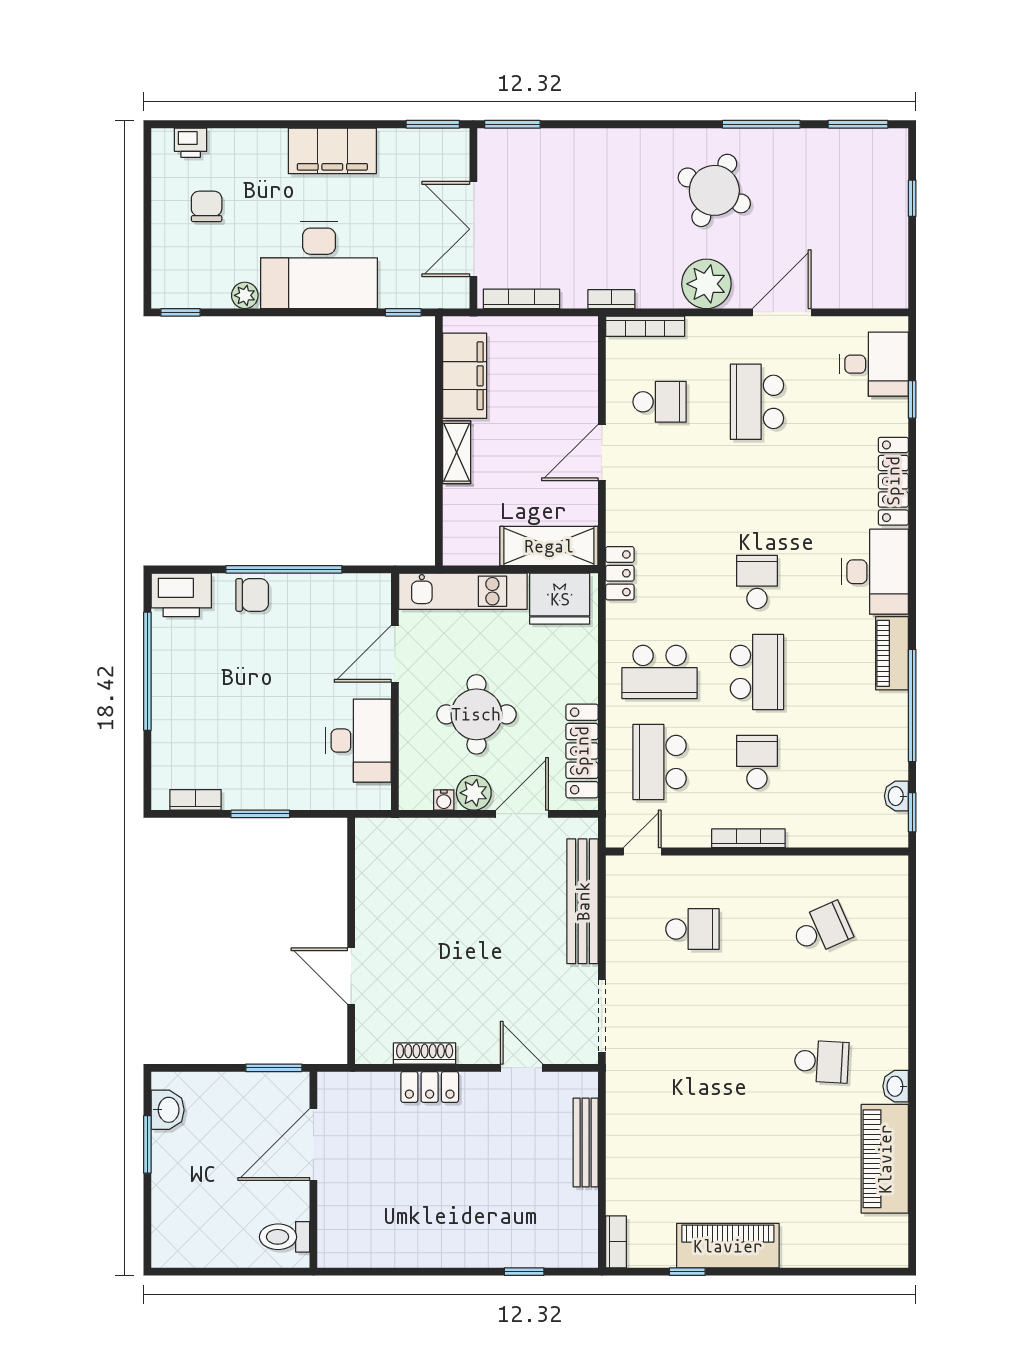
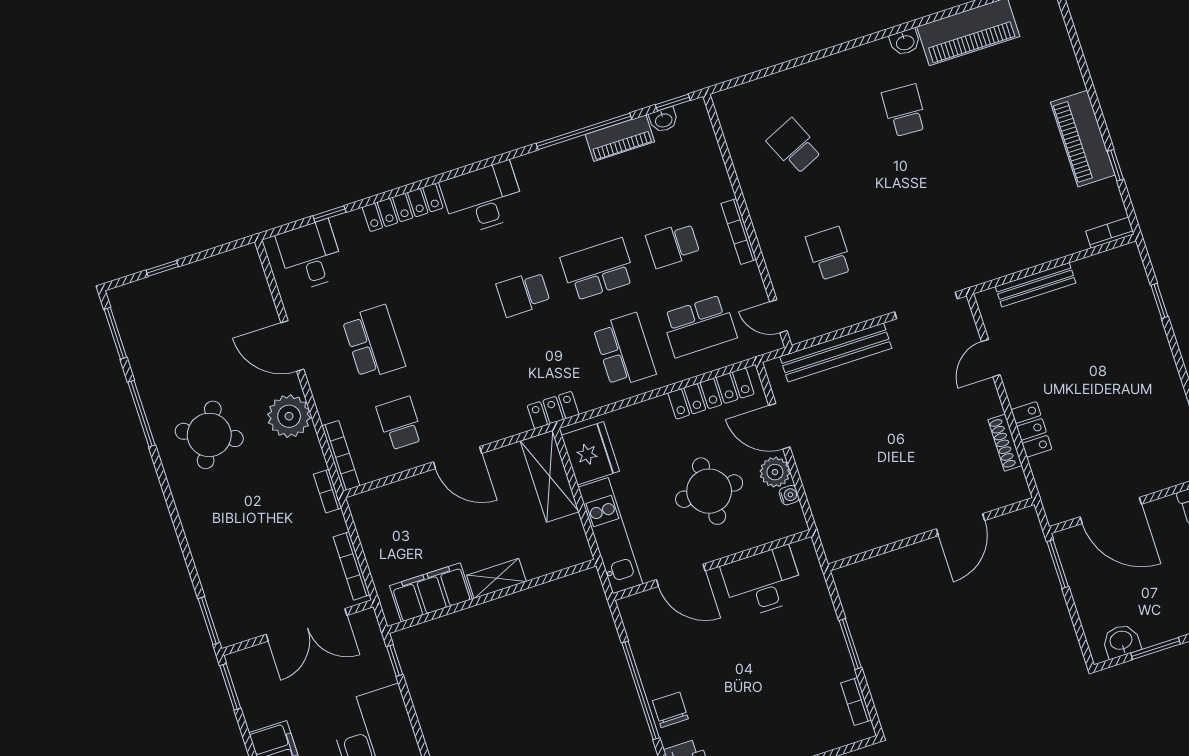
school desk: (757, 402) -> (373, 342), turned -90
piano: (892, 653) -> (620, 138), moved

